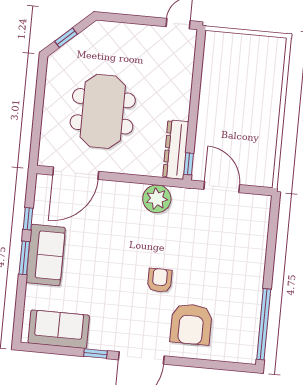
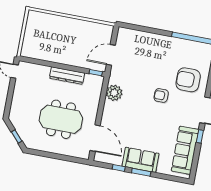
dresser: (176, 150) -> (67, 76), moved
armchair: (191, 324) -> (188, 80), turned 180
sofa: (59, 329) -> (185, 150), width x1.36

